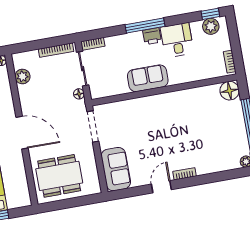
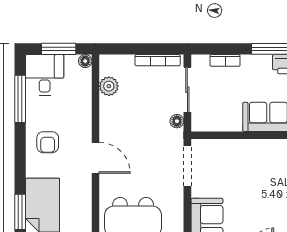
bookcase: (93, 44) -> (225, 60), moved
door: (22, 133) -> (95, 158), width x0.73

